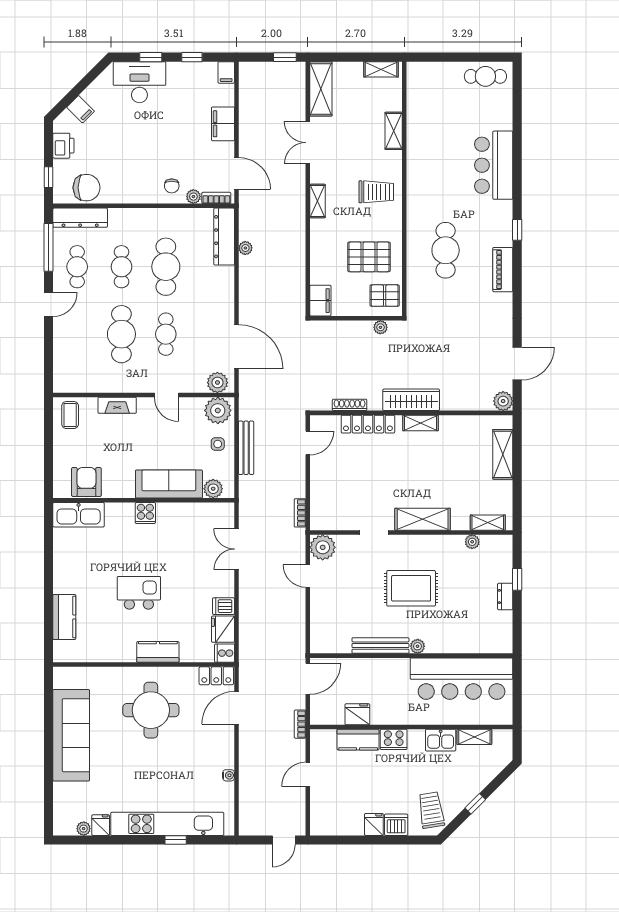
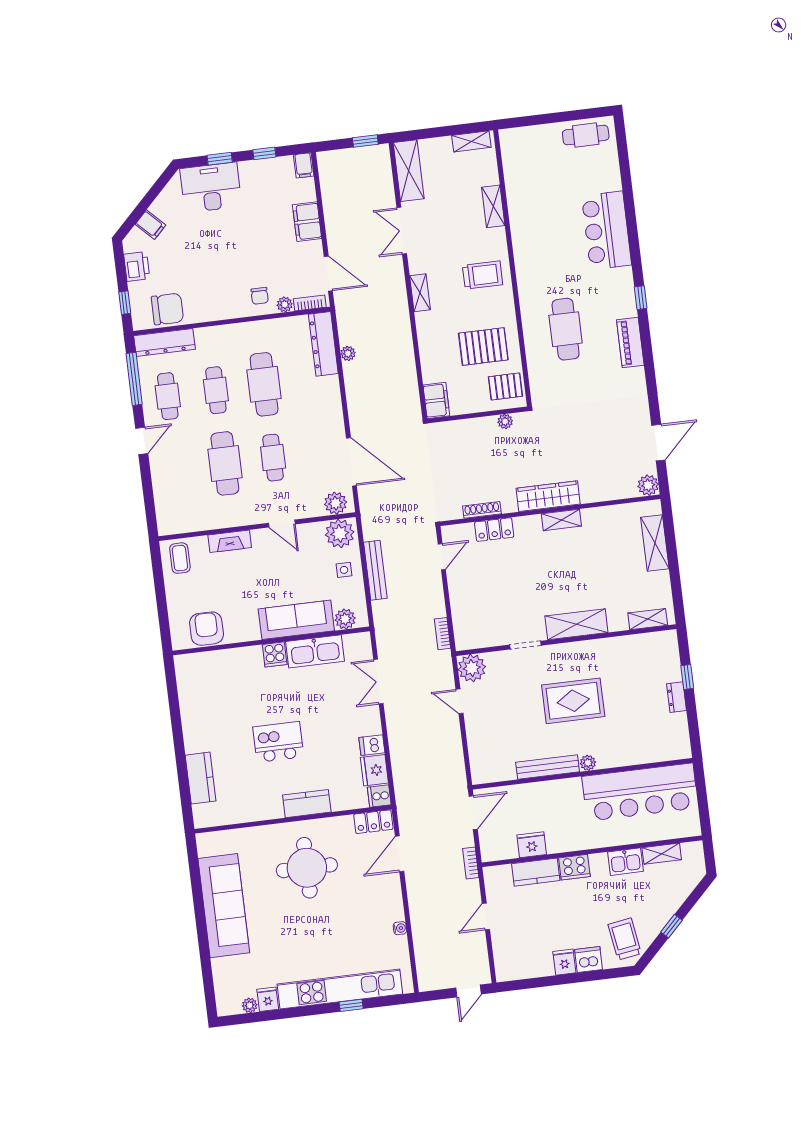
locker: (368, 424) -> (494, 530), width x0.66
kitchen sink: (79, 515) -> (315, 651), moved
plant: (472, 542) -> (633, 642), removed

